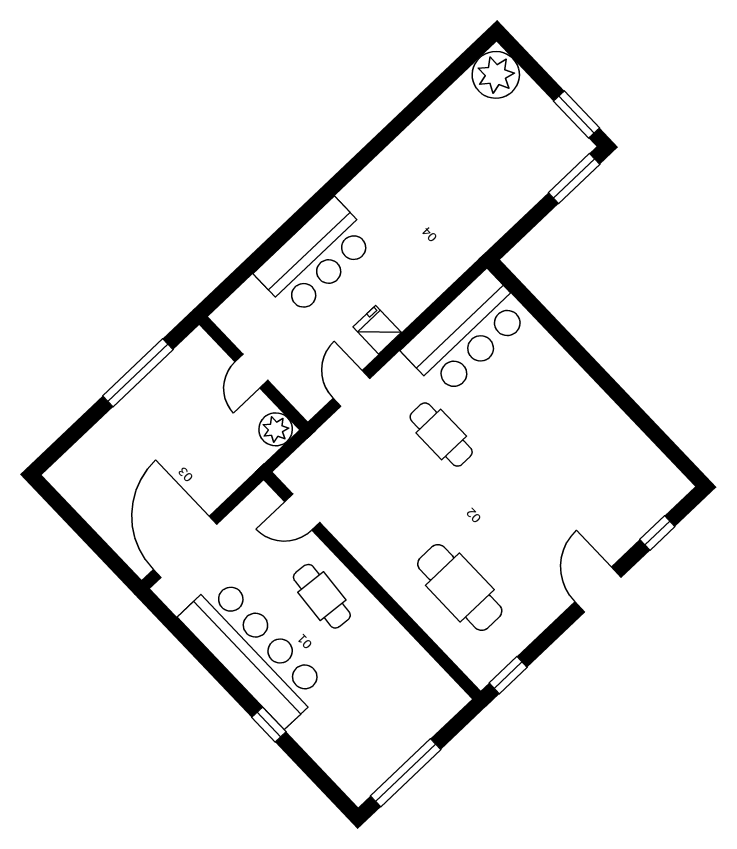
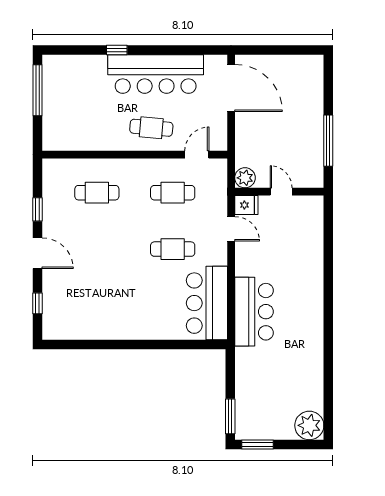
bar counter: (315, 257) -> (254, 312), moved, turned 180
fridge: (377, 330) -> (246, 205), moved
cafe table: (375, 498) -> (173, 193), added
cafe table: (460, 587) -> (97, 193), width x0.73, depth x0.74
window: (508, 675) -> (38, 209), moved

